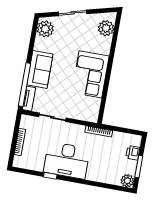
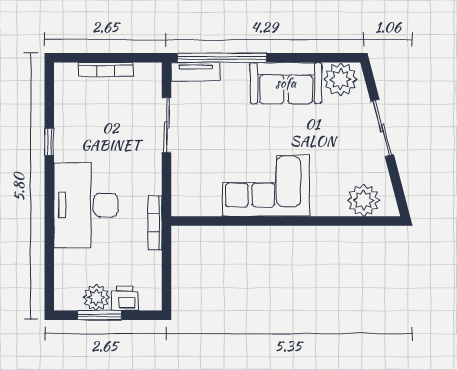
sofa: (40, 69) -> (286, 83), moved
desk: (67, 160) -> (86, 205), moved
plant: (127, 181) -> (96, 297), moved

